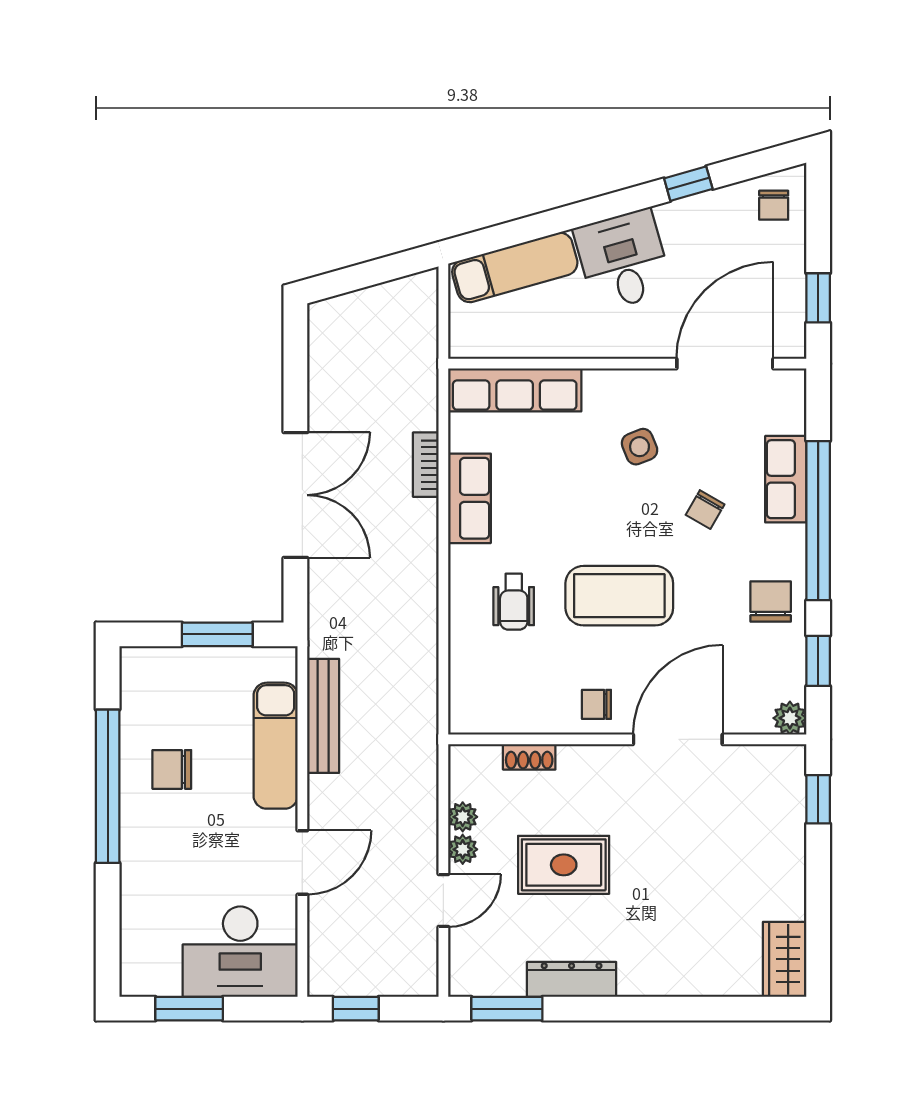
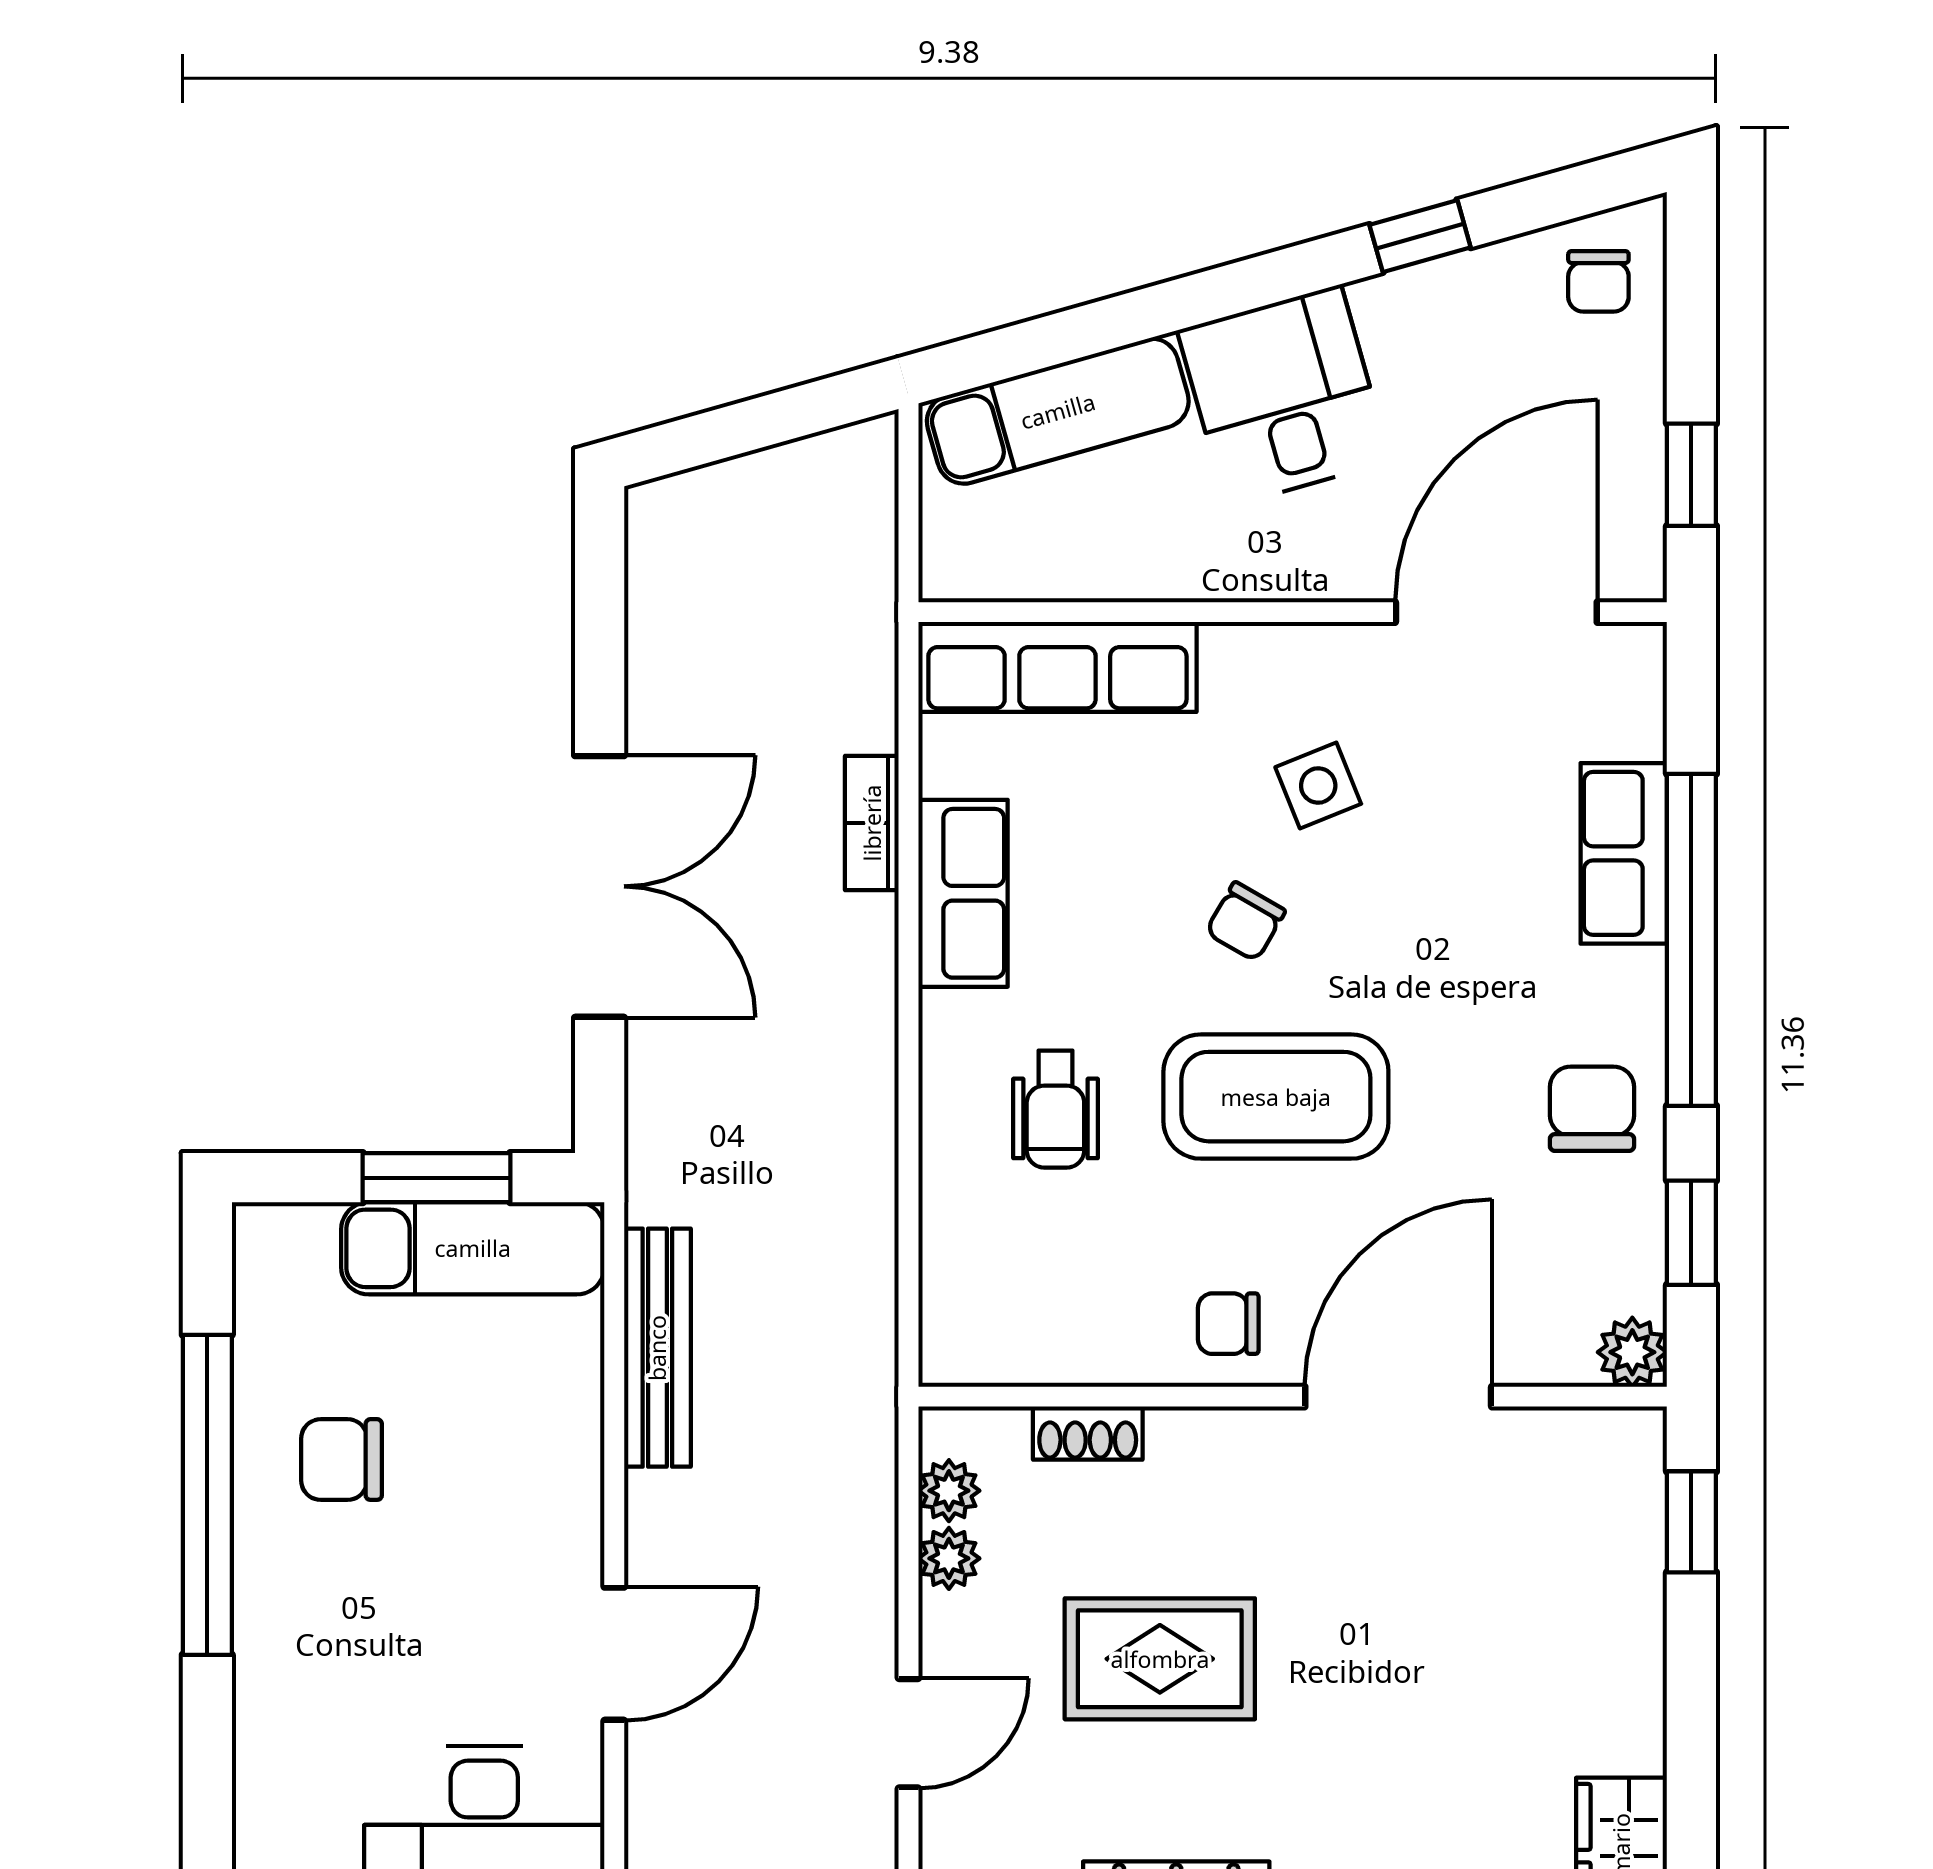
chair: (705, 510) -> (1245, 922), moved
exam couch: (276, 746) -> (473, 1248), moved, turned -90
plant: (463, 849) -> (949, 1491), moved

